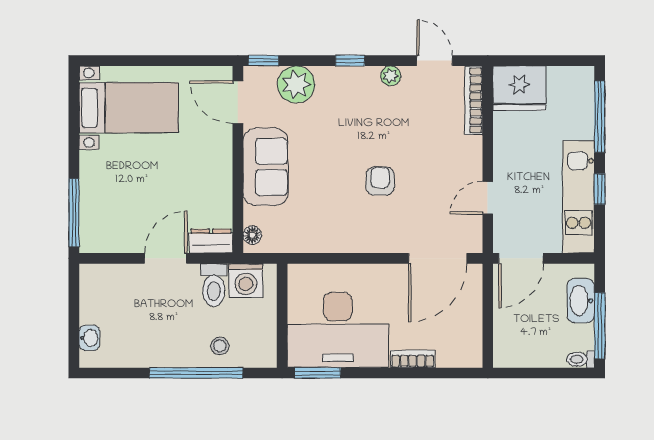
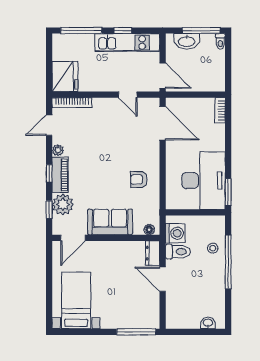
window: (263, 61) -> (49, 210), moved
piano: (348, 80) -> (60, 175), added
armchair: (380, 181) -> (139, 180), moved
bookcase: (413, 359) -> (220, 110), moved

